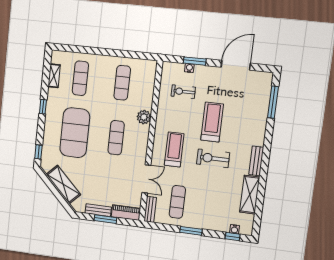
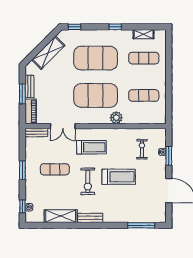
exercise mat: (116, 138) -> (96, 95), width x2.00, depth x1.45
exercise bike: (213, 158) -> (88, 181), turned 180
exercise mat: (177, 202) -> (55, 169), moved

